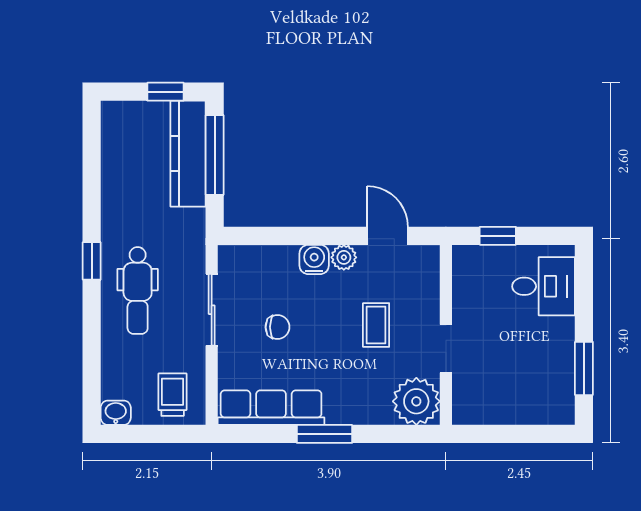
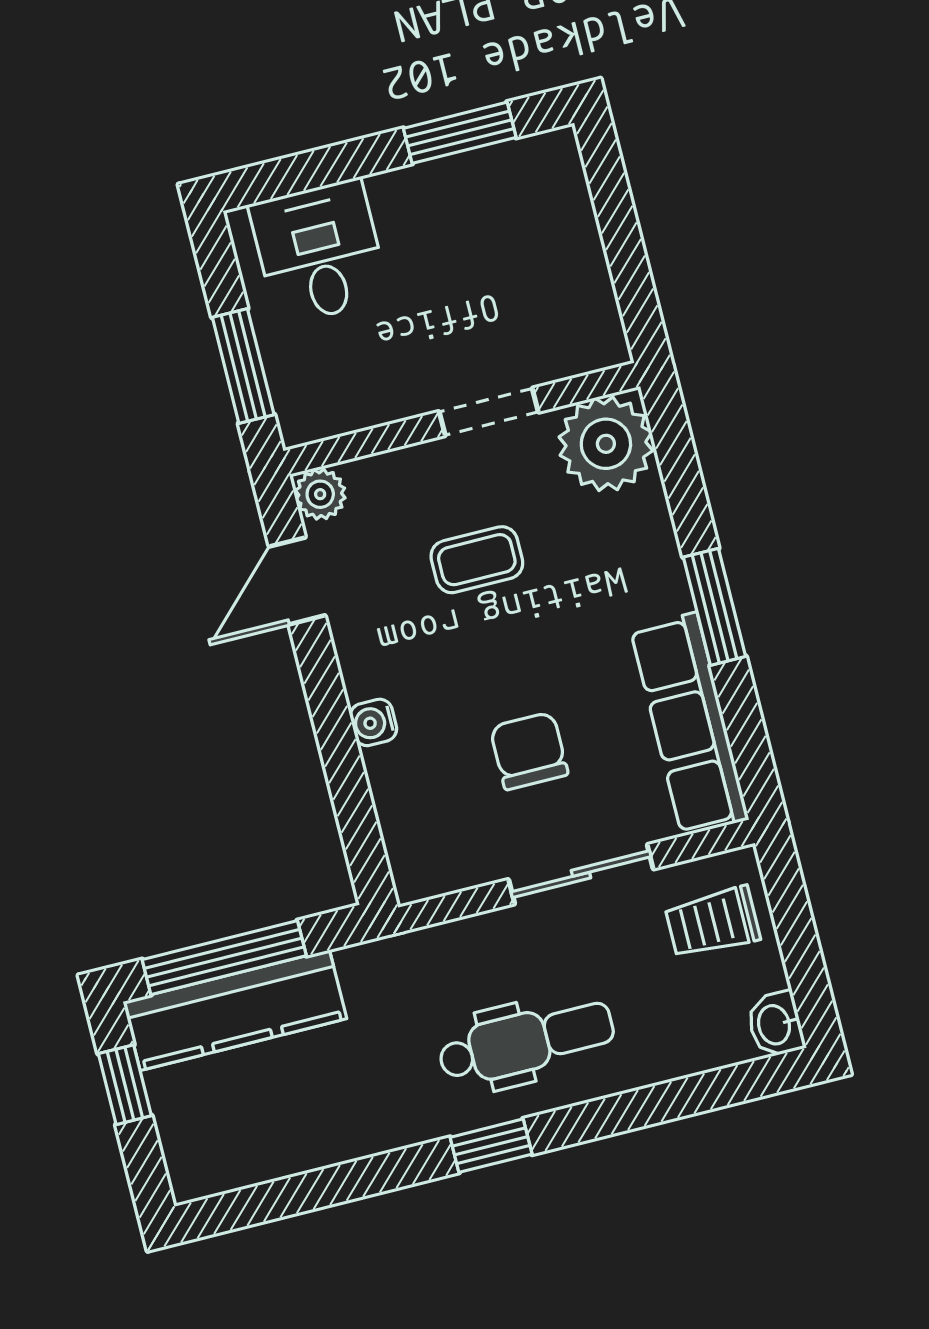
window: (498, 236) -> (243, 366), width x1.50
plant: (344, 257) -> (320, 494), moved
water cooler: (314, 259) -> (373, 722), width x0.72, depth x0.72
sliding door: (212, 310) -> (581, 874), moved
chair: (277, 327) -> (529, 751), width x1.37, depth x1.37

